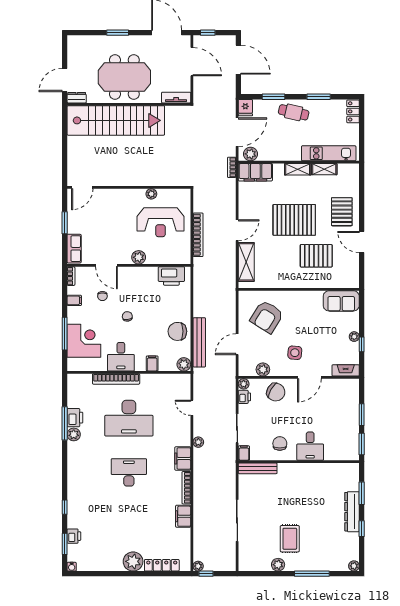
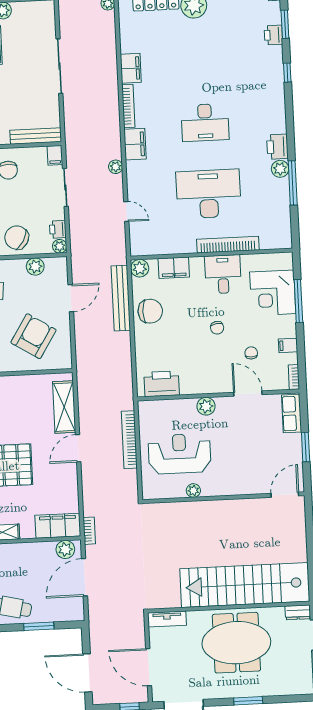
fridge: (245, 108) -> (75, 610), removed
filing cabinet: (152, 363) -> (174, 268), width x2.00
printer: (75, 418) -> (277, 147), moved

